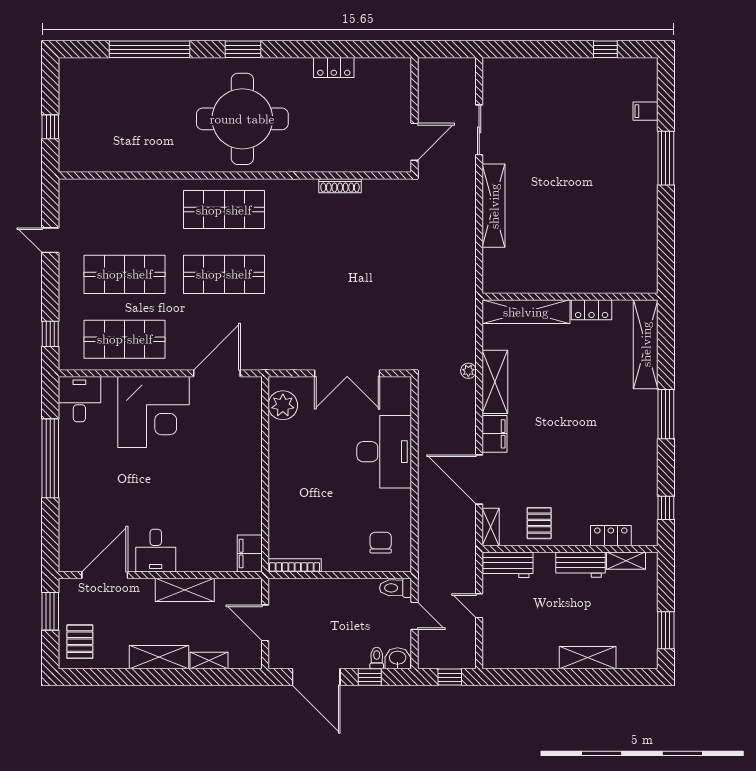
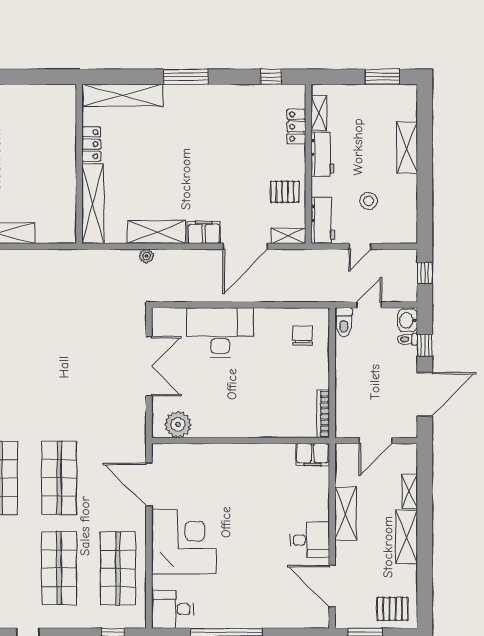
chair: (381, 543) -> (303, 336), turned 90
stool: (529, 615) -> (369, 201), added

